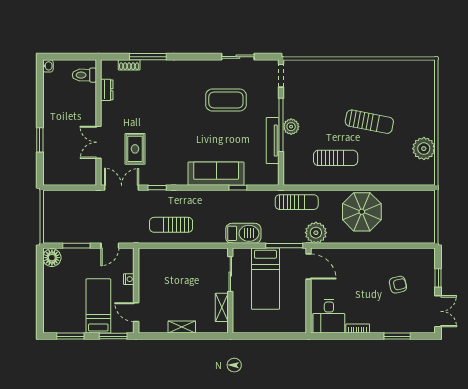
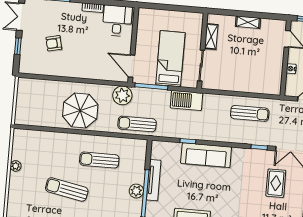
plant: (424, 149) -> (16, 166), width x0.53, depth x0.53

